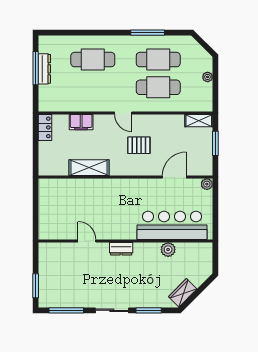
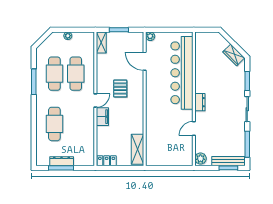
filing cabinet: (81, 122) -> (102, 117), moved
shelving: (89, 168) -> (138, 149), moved
bar counter: (172, 225) -> (182, 73), width x1.36
plant: (168, 250) -> (200, 159), moved
bench: (44, 286) -> (229, 161), added

